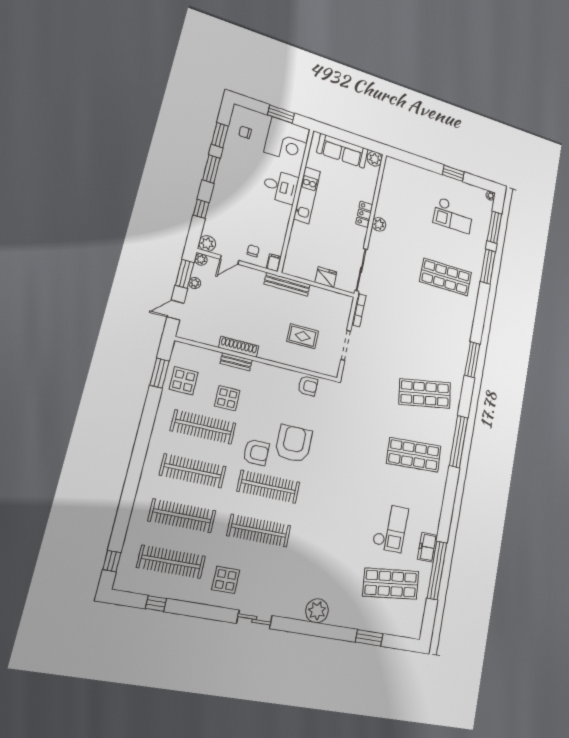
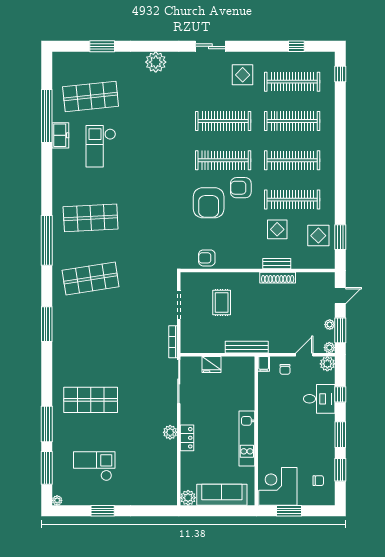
desk: (281, 187) -> (319, 399), moved, turned 180
rug: (303, 336) -> (222, 303), turned 90

